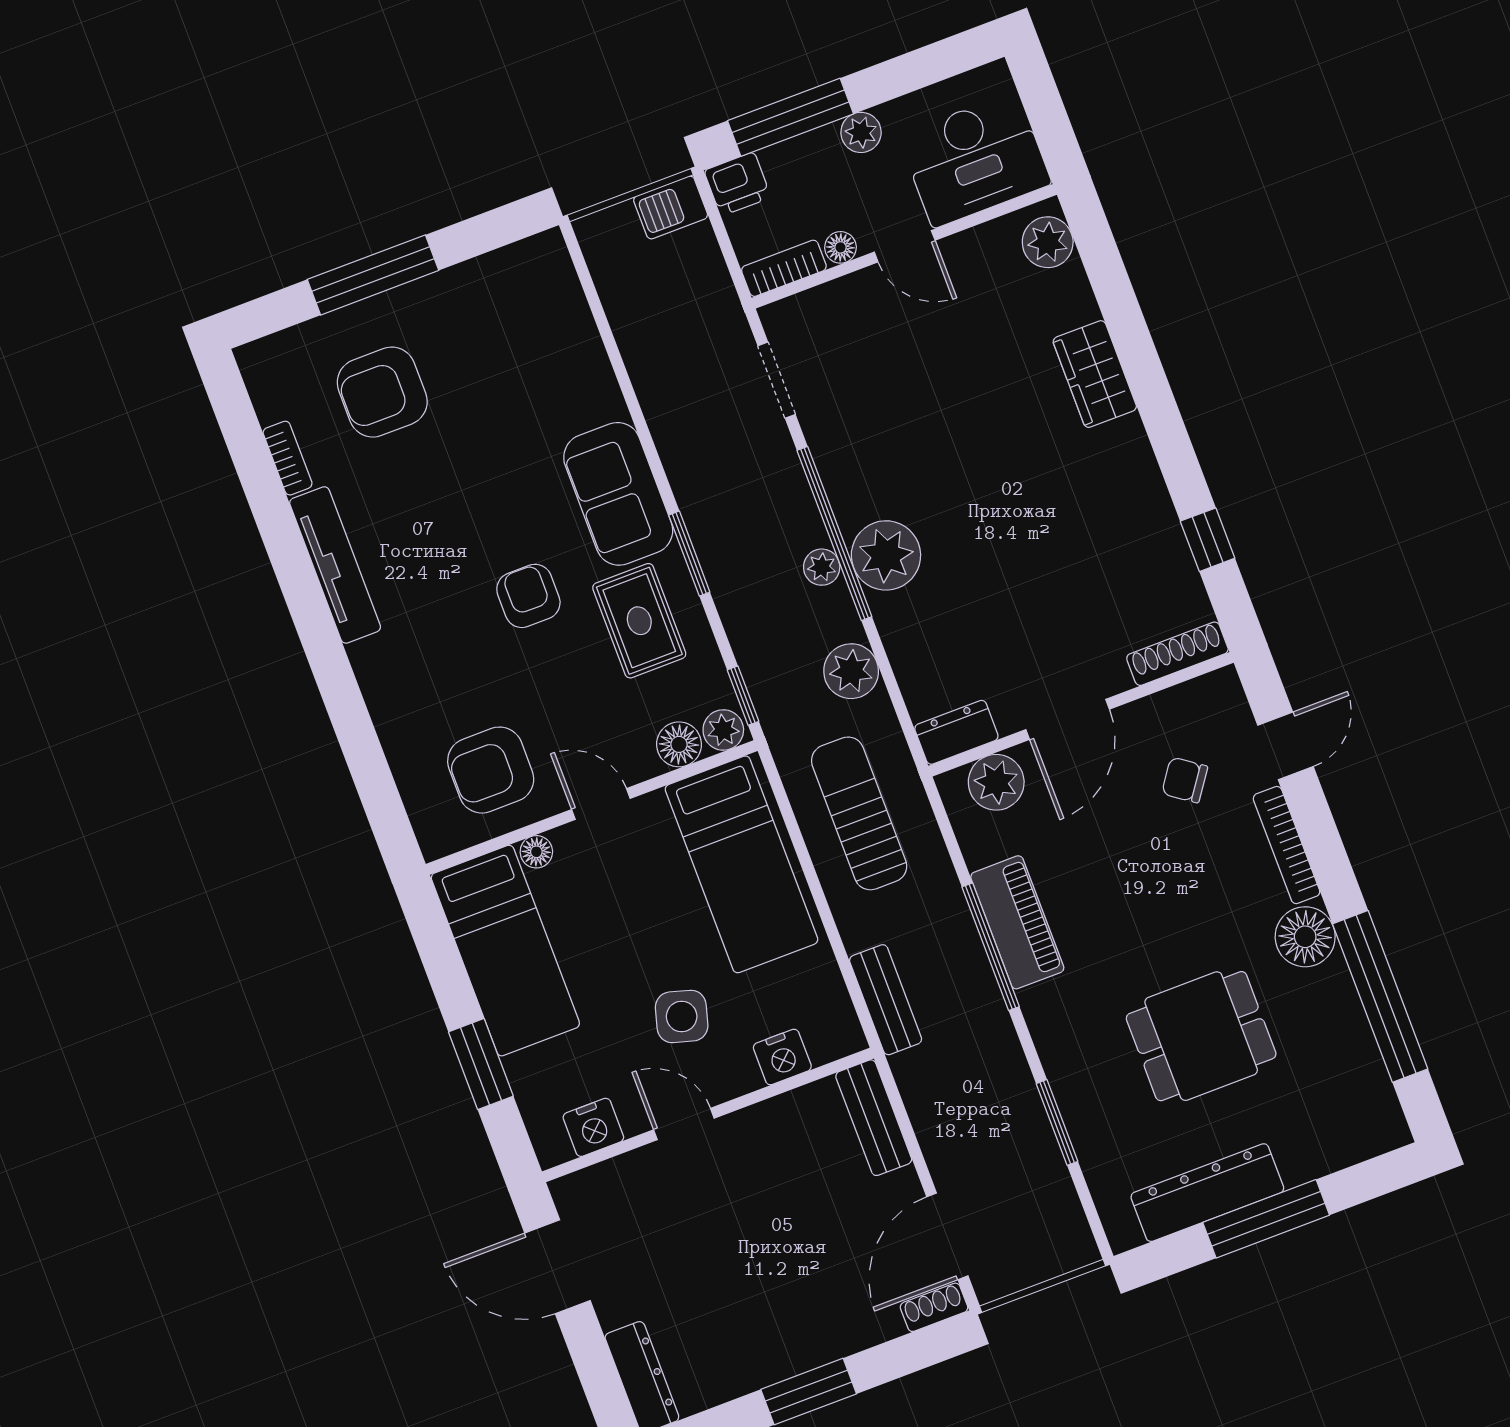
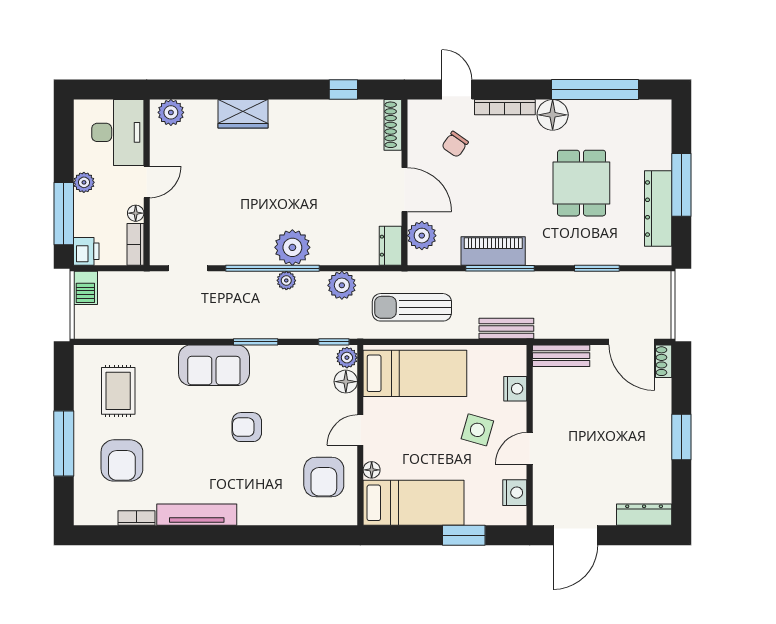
rug: (639, 621) -> (118, 391), moved, turned 90

